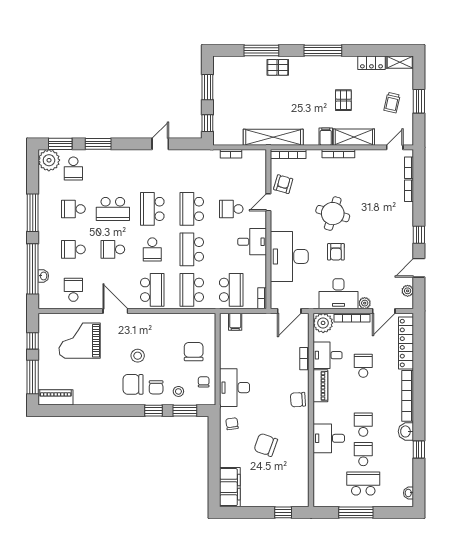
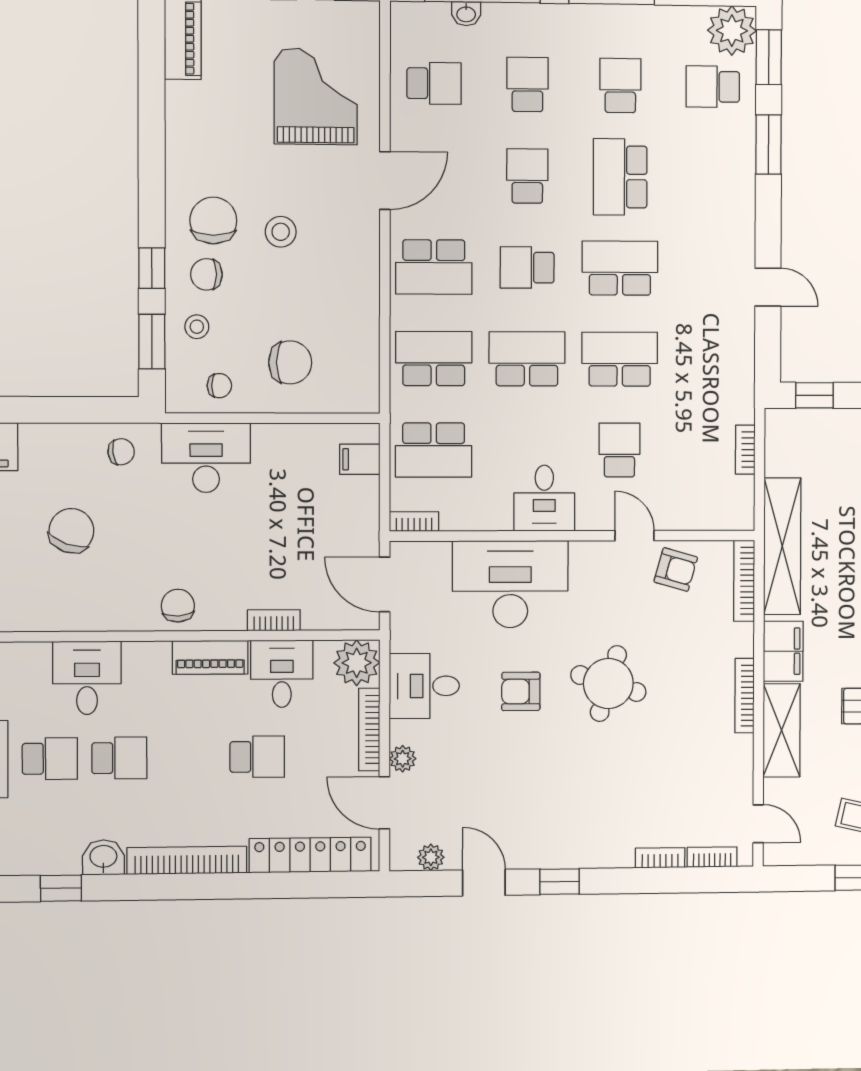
filing cabinet: (326, 137) -> (783, 651), width x2.00
desk: (338, 294) -> (424, 686), width x0.73

